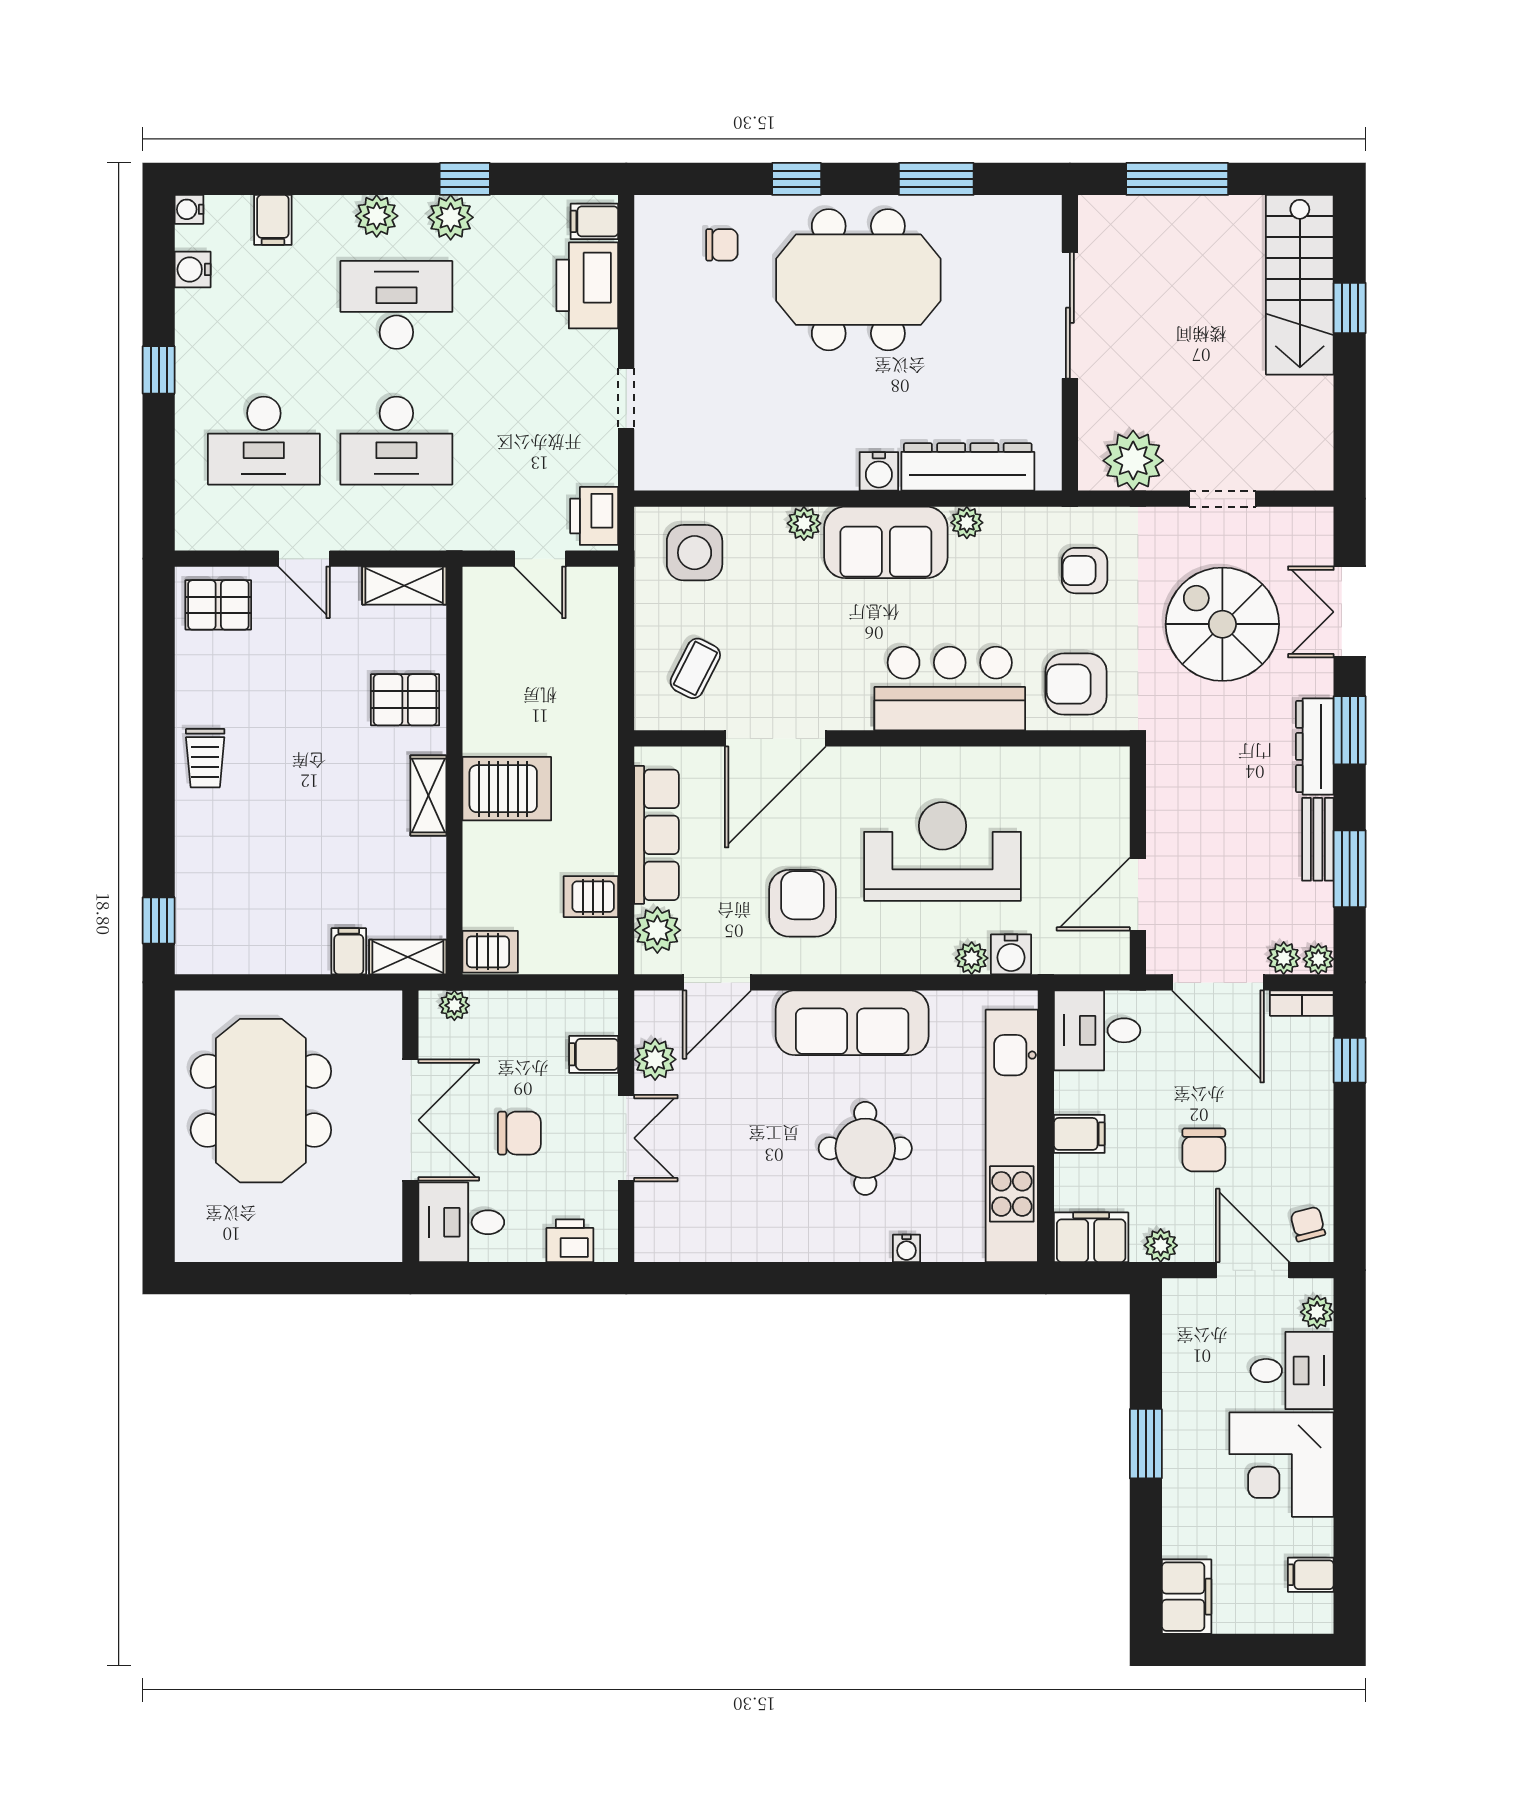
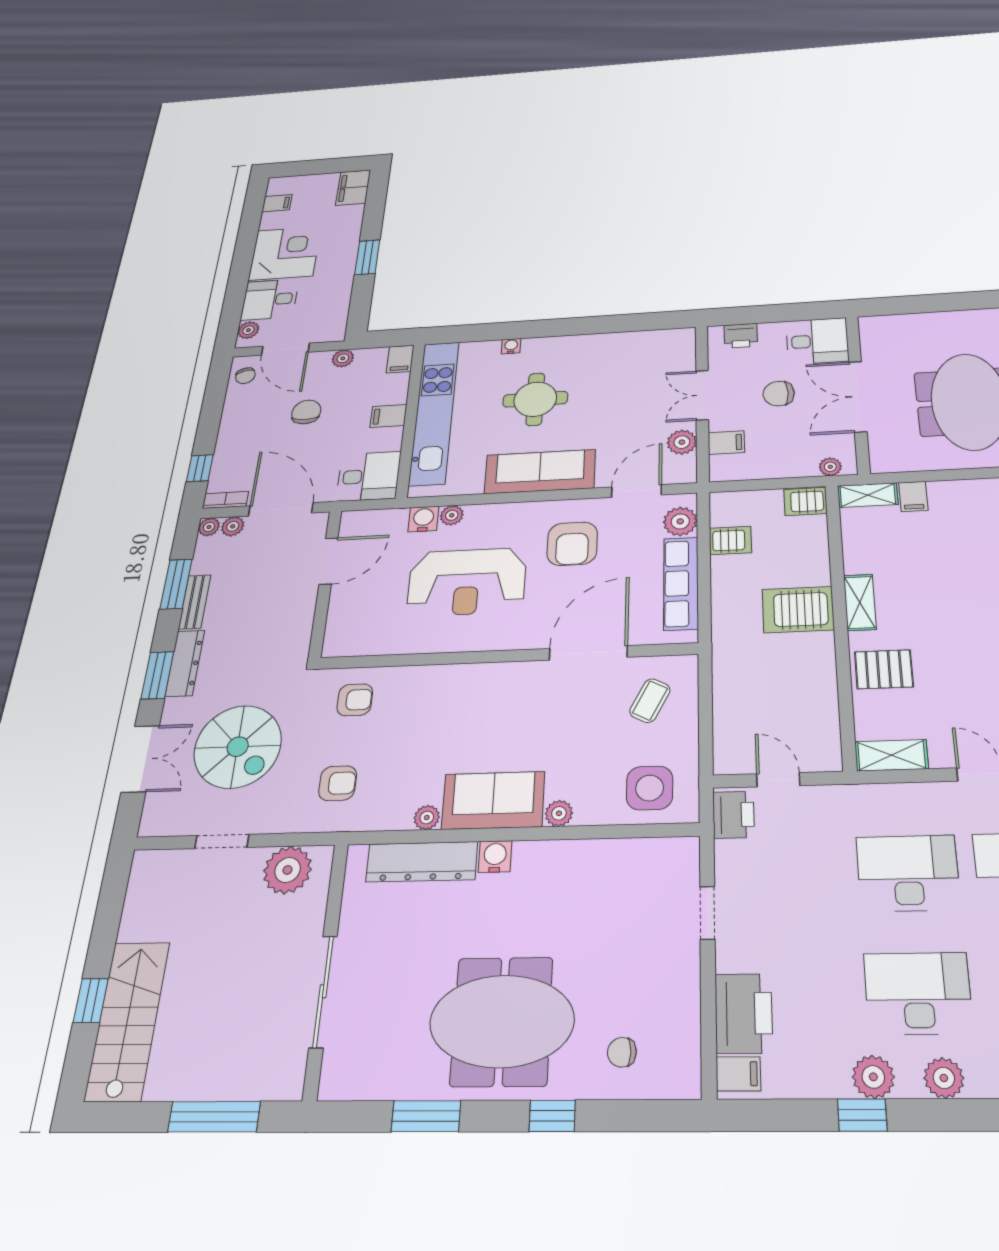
desk: (396, 305) -> (918, 993), turned 180
armchair: (1076, 684) -> (355, 700), width x0.72, depth x0.72
bar counter: (950, 689) -> (451, 693), removed
filing cabinet: (1091, 1237) -> (400, 359), width x0.50

